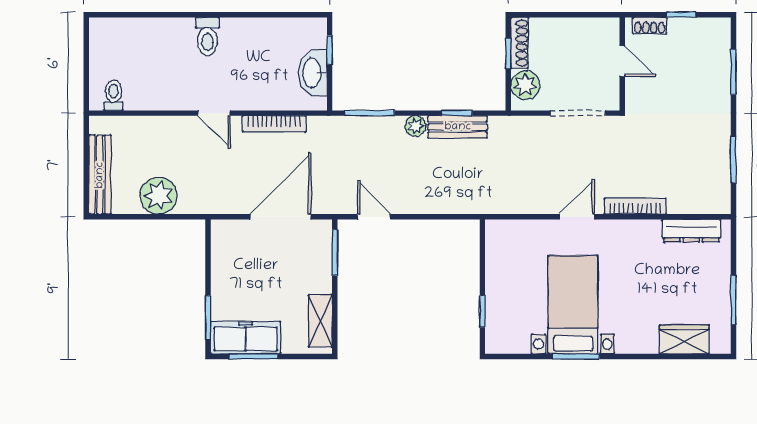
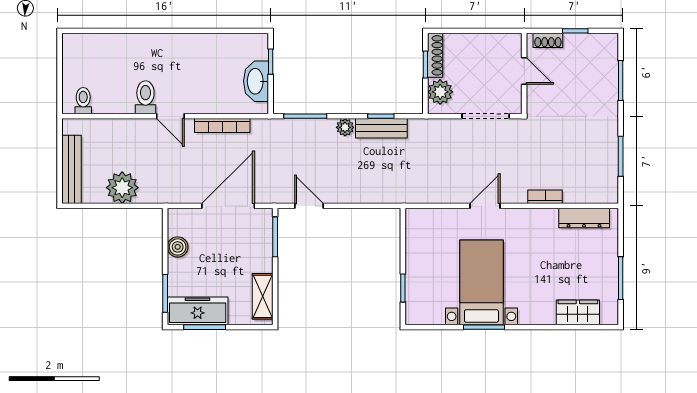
toilet: (207, 37) -> (145, 97), moved, turned 180
bookcase: (635, 206) -> (545, 197), width x0.64
boiler: (222, 264) -> (178, 247), added

